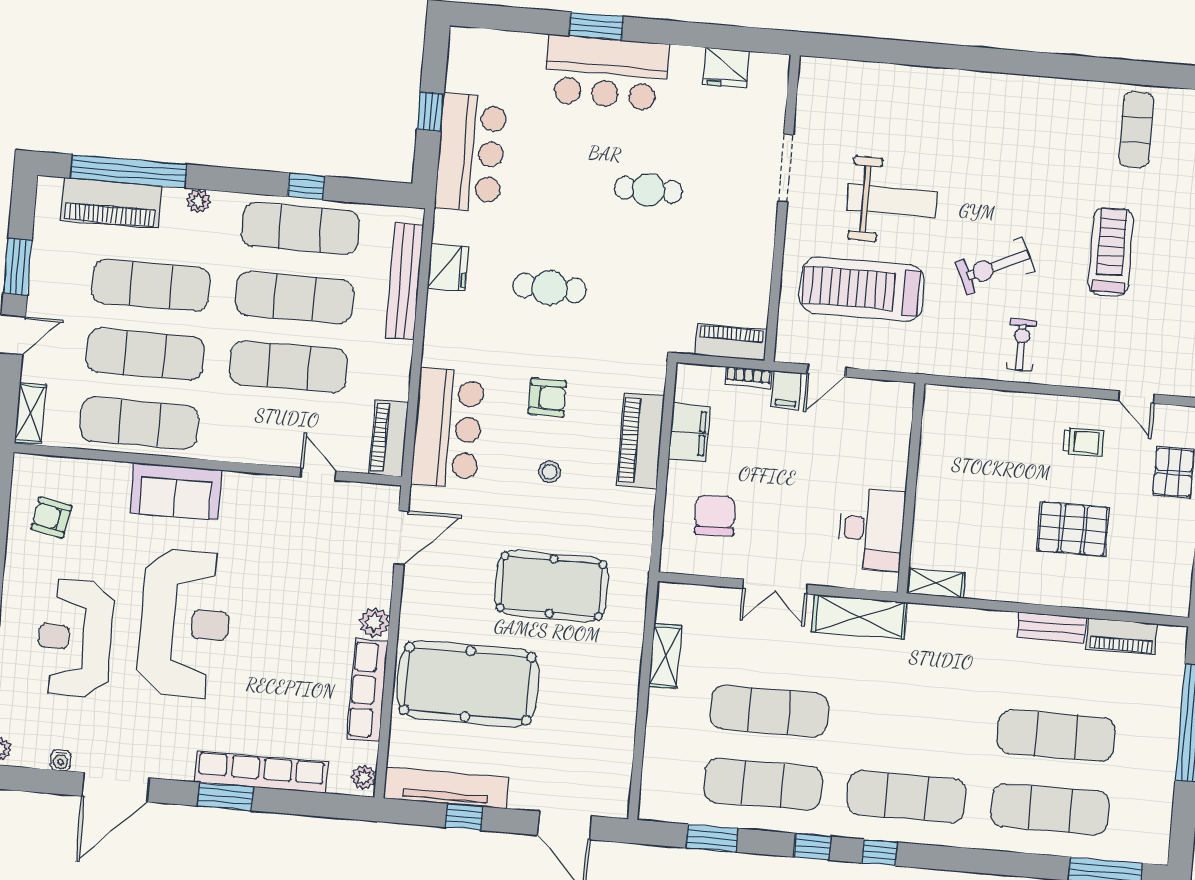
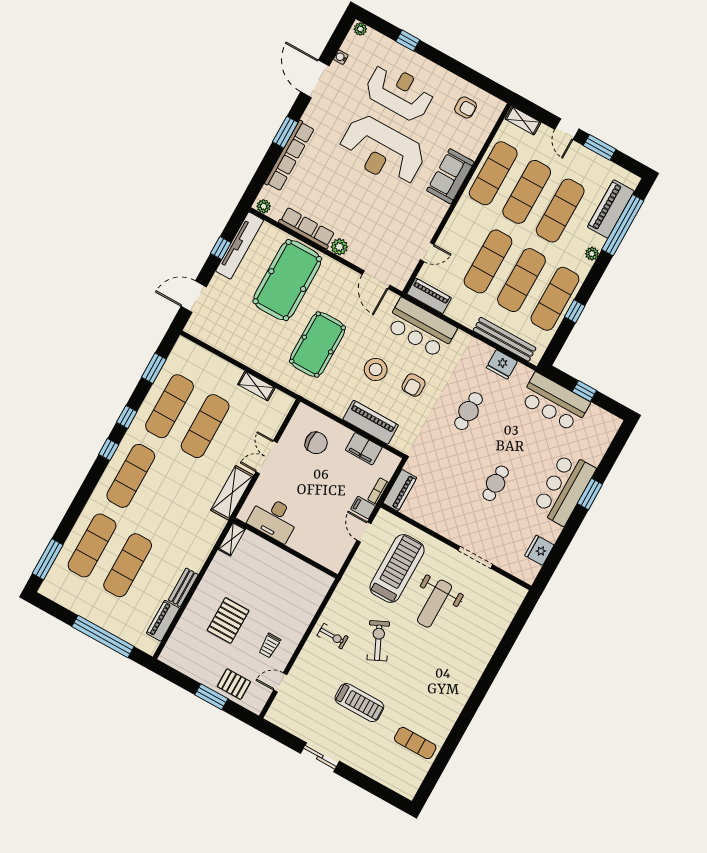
stool: (550, 472) -> (376, 369), width x1.89, depth x1.89
armchair: (51, 518) -> (466, 108), turned 79

